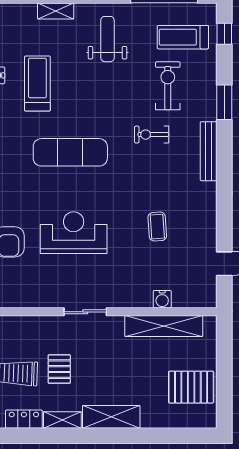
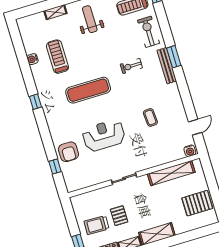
exercise bike: (168, 86) -> (148, 32), moved
window: (224, 102) -> (174, 57), moved
water cooler: (162, 299) -> (190, 151), moved

